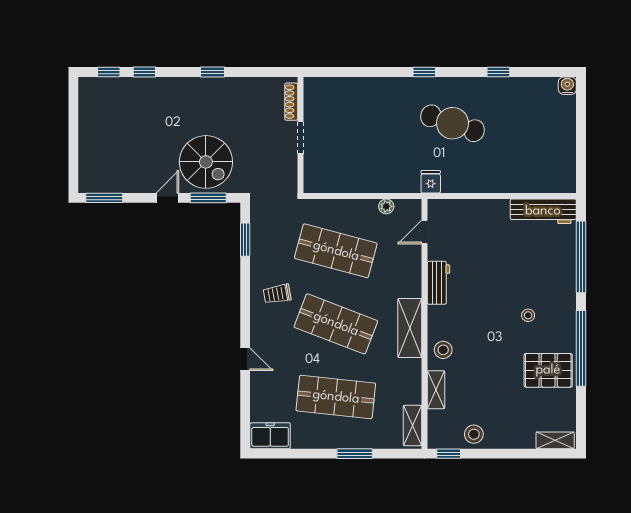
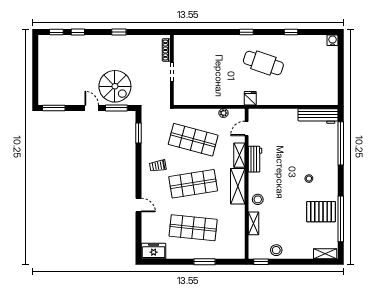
door: (167, 198) -> (92, 108), hinge flipped
shop shelf: (336, 324) -> (193, 184), turned -30
window: (581, 348) -> (341, 219), moved
shelving: (413, 426) -> (239, 155), moved

